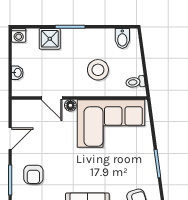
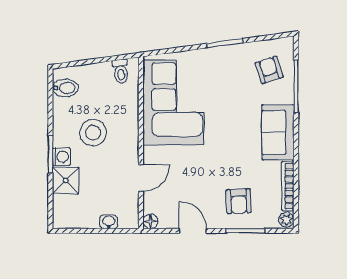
washing machine: (19, 35) -> (61, 157), moved
stool: (98, 70) -> (93, 133), moved
floor lamp: (70, 105) -> (150, 221), moved
armchair: (33, 175) -> (239, 201), turned 87

